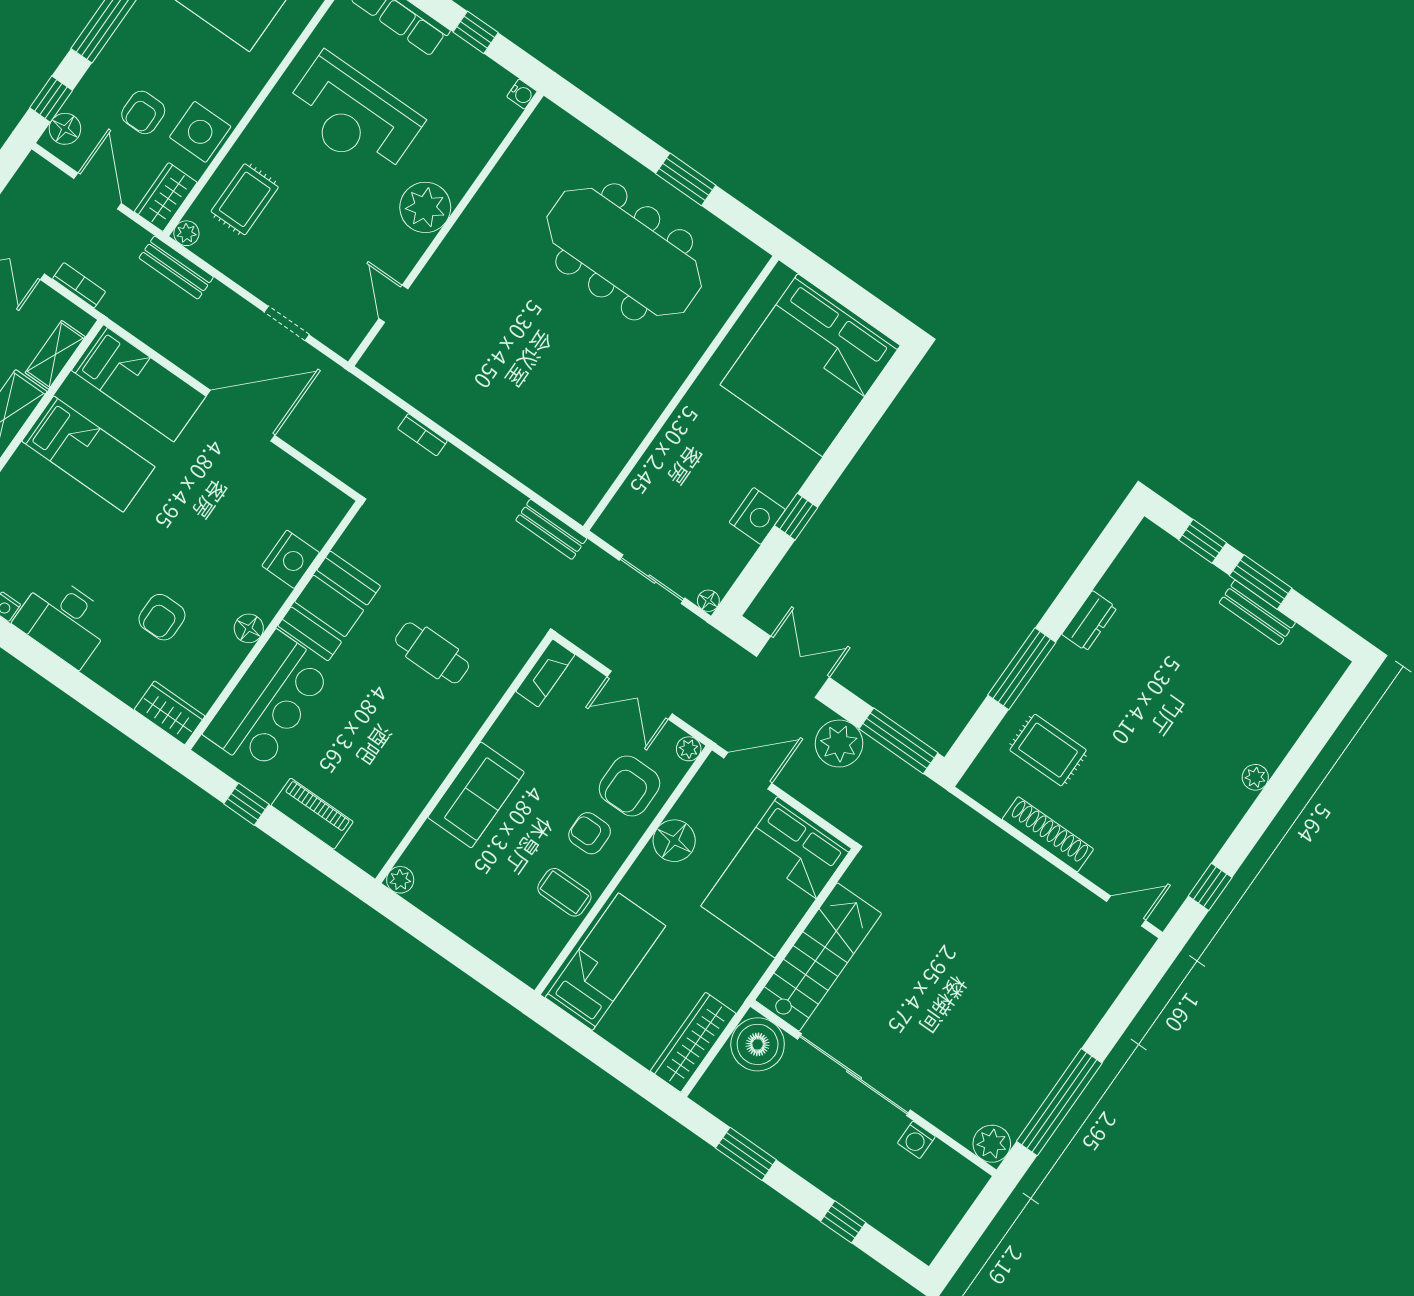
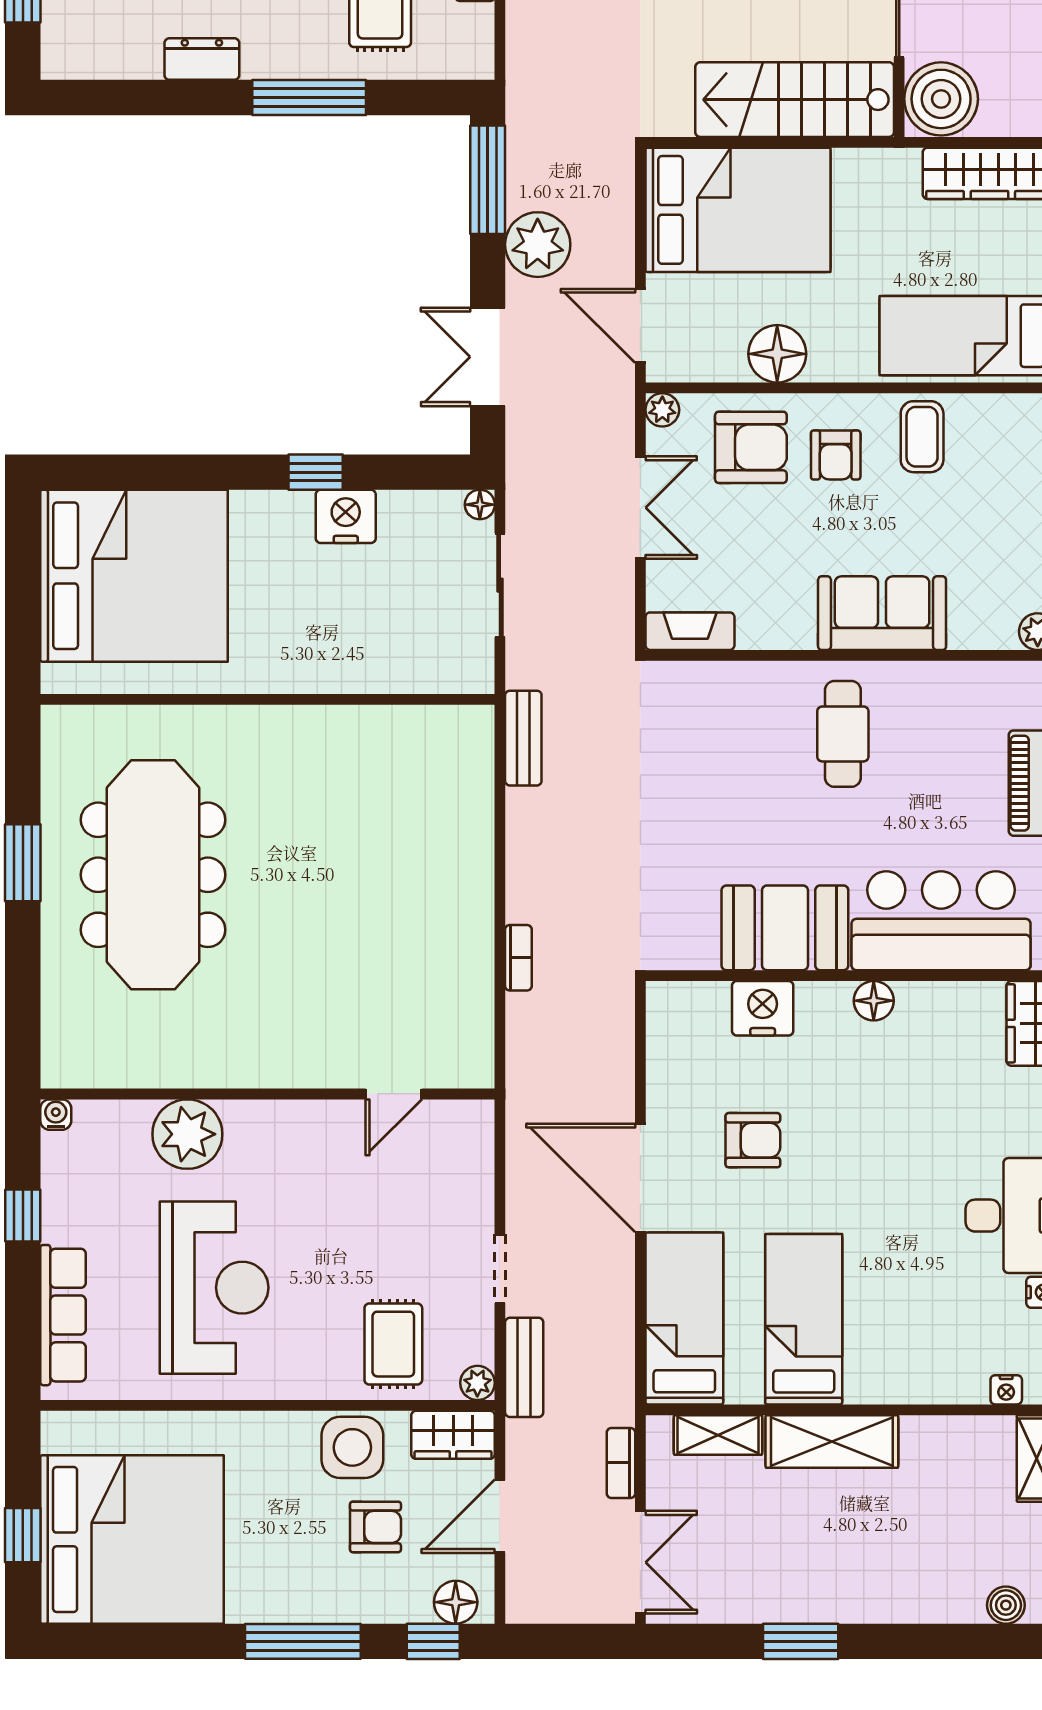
rug: (245, 199) -> (393, 1344), turned 90
plant: (425, 207) -> (187, 1134), moved
doorway: (287, 323) -> (500, 1269), moved
armchair: (162, 617) -> (753, 1140), moved
cafe table: (432, 653) -> (843, 734), moved

